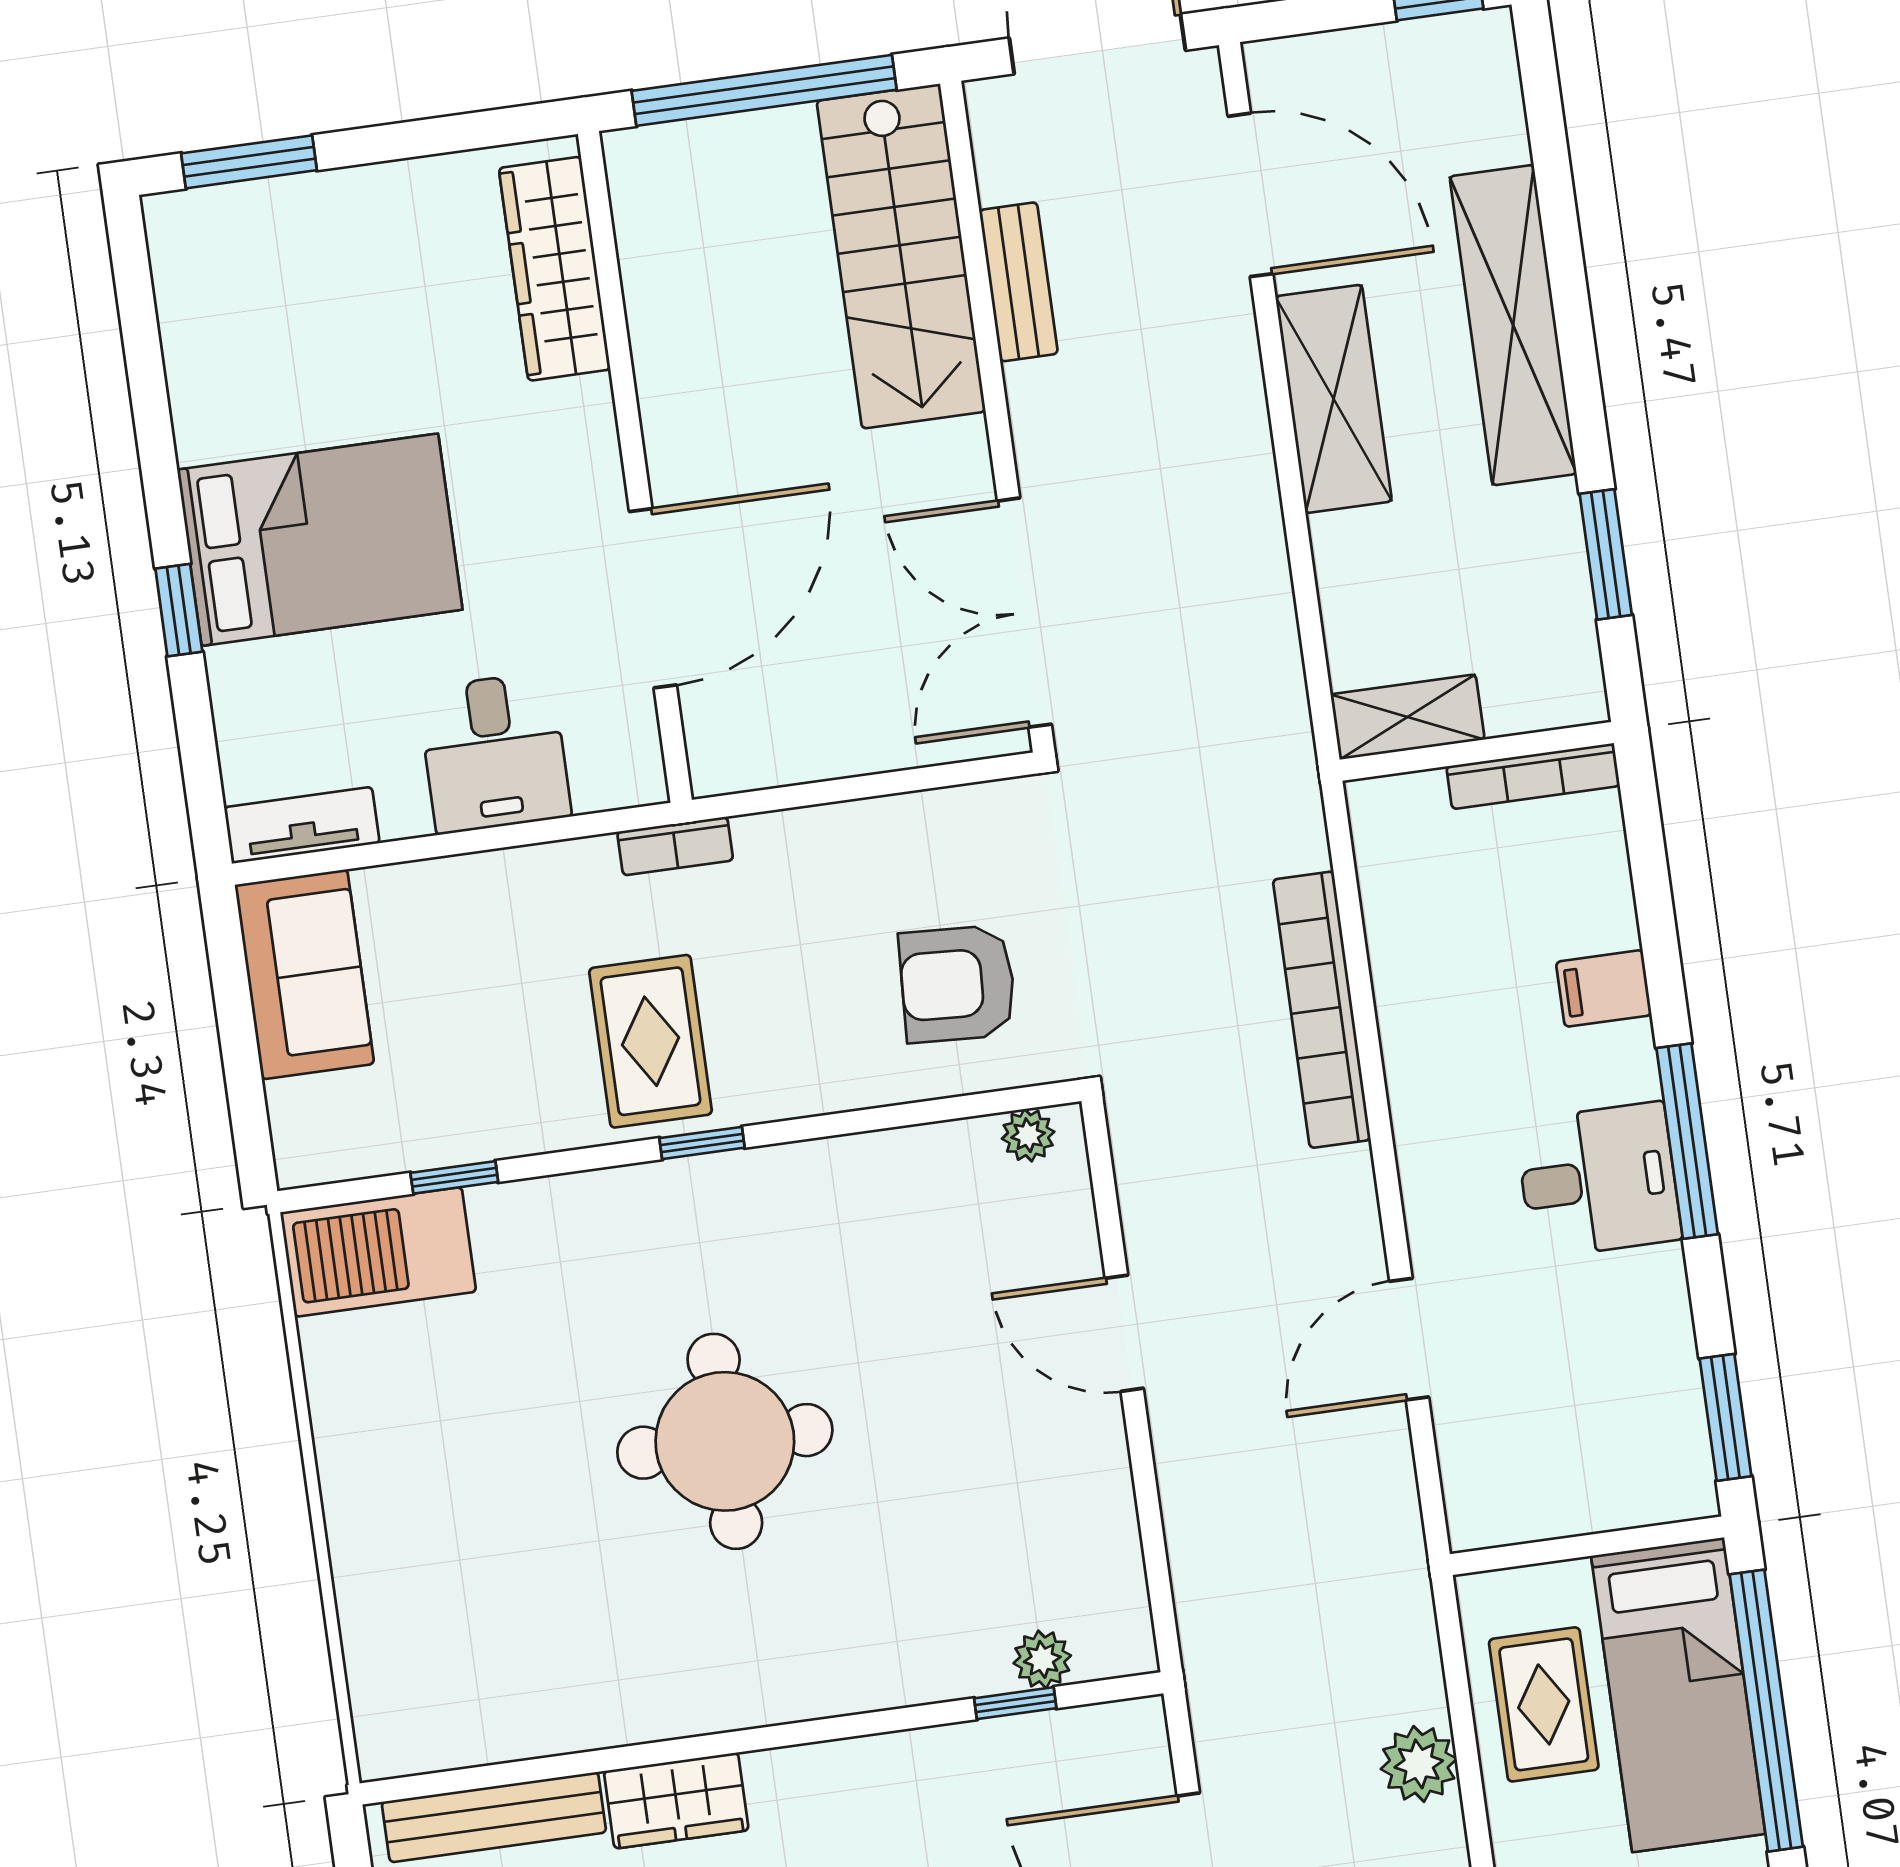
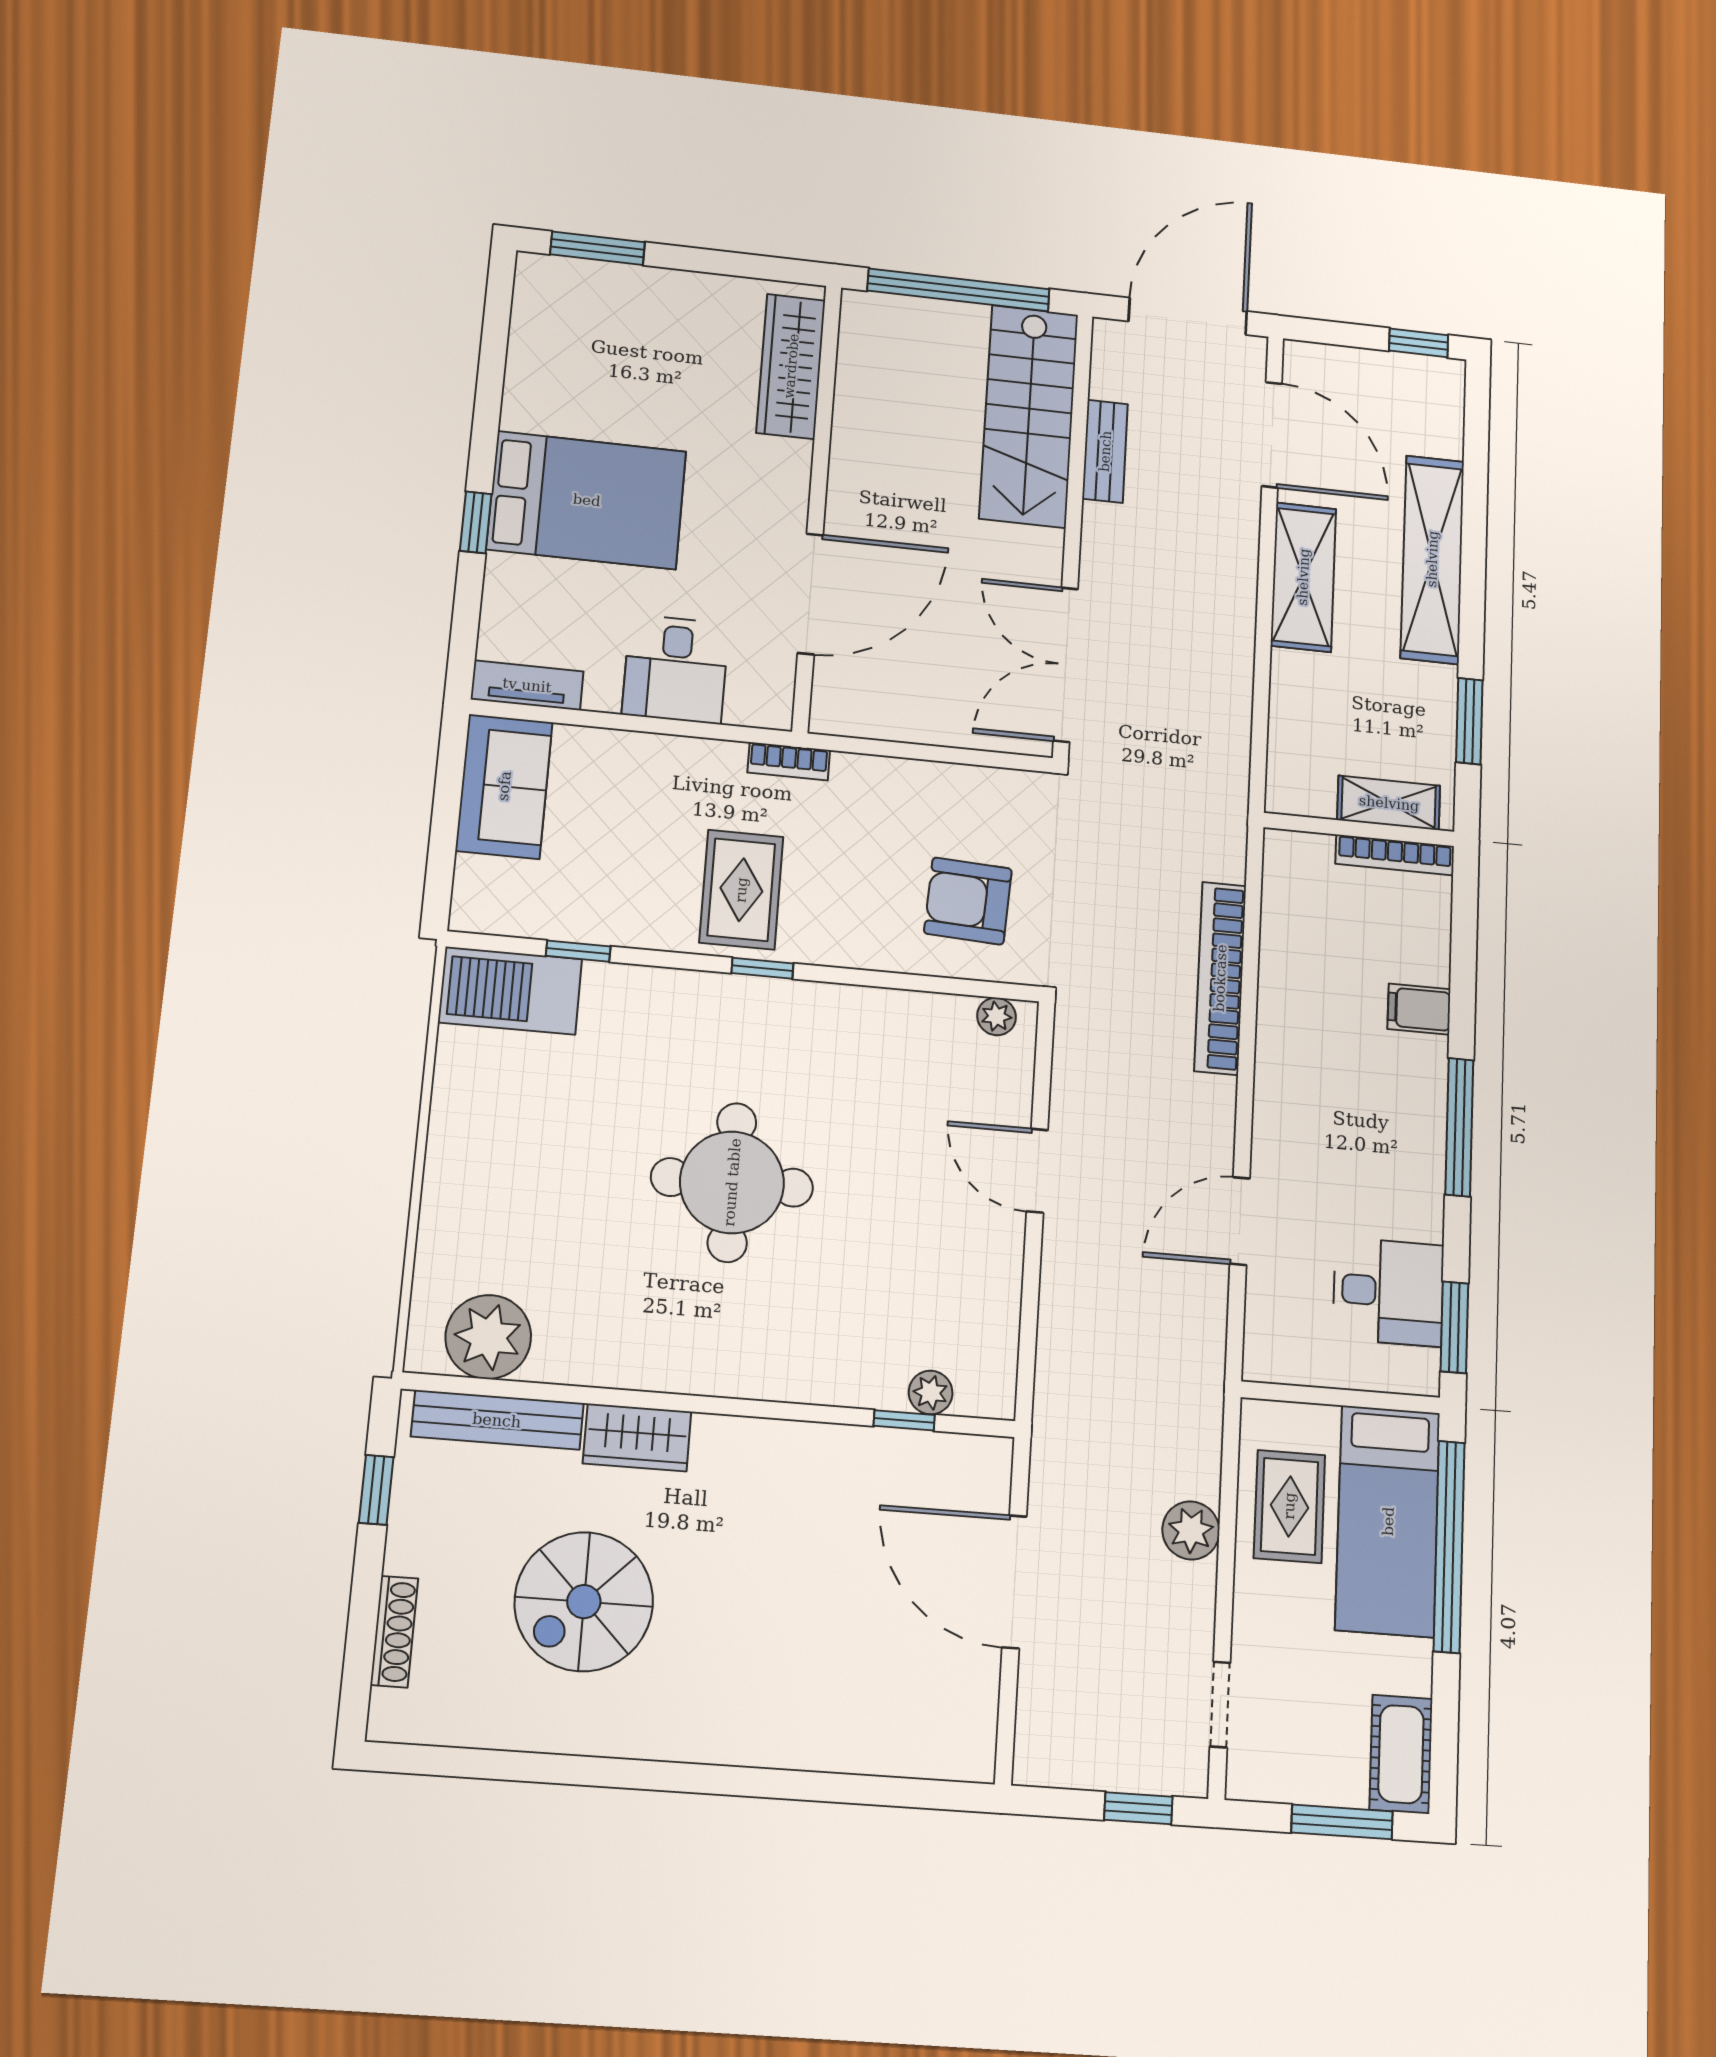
shelving: (1408, 717) -> (1389, 803), moved
desk: (1598, 1180) -> (1388, 1292), moved
plant: (457, 1714) -> (488, 1337), added

